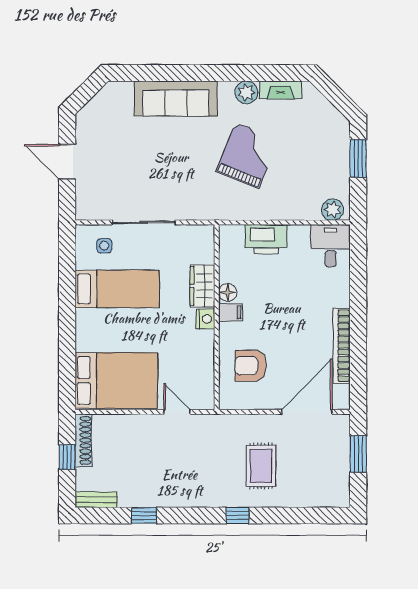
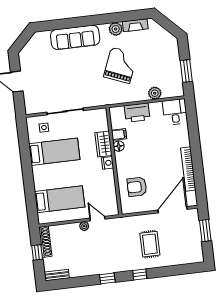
window: (358, 159) -> (186, 71), moved
plant: (333, 210) -> (155, 93), moved
filing cabinet: (231, 312) -> (119, 134), moved
bed: (116, 380) -> (60, 199), width x0.67
plant: (153, 422) -> (84, 226), added
window: (144, 515) -> (107, 278), moved

